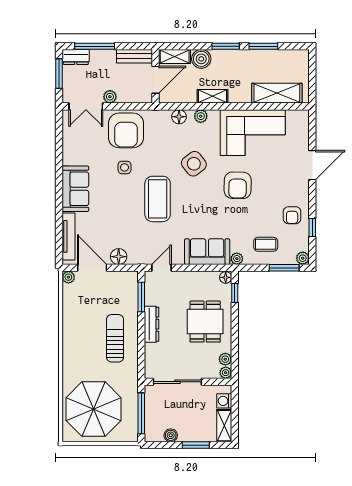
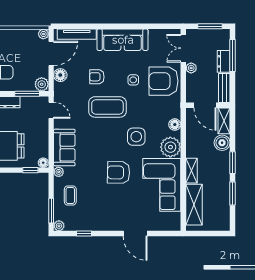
dresser: (76, 57) -> (224, 61), moved
shelving: (213, 96) -> (191, 171), moved
plant: (201, 116) -> (170, 147), width x1.87, depth x1.87
side table: (194, 164) -> (136, 137), turned 38
sofa: (75, 189) -> (123, 40), width x1.36
armchair: (292, 215) -> (97, 77), moved
plant: (130, 279) -> (42, 84), added

